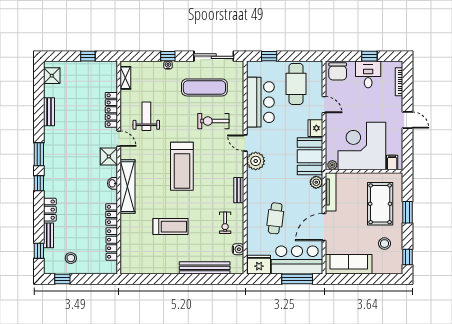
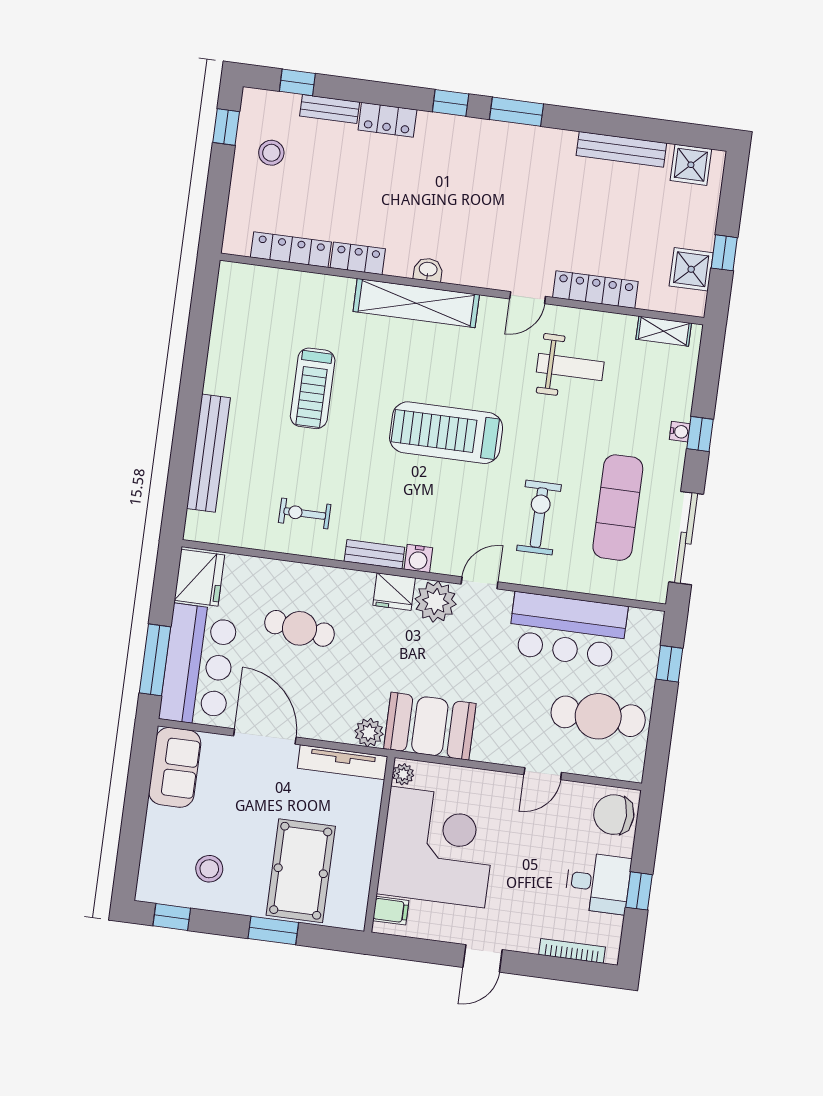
bench: (49, 112) -> (621, 149), width x1.36
fridge: (315, 128) -> (394, 592), moved, turned 180
shower: (109, 157) -> (691, 269), moved
pool table: (380, 204) -> (301, 871), turned 90
water cooler: (238, 249) -> (418, 558), moved
sofa: (349, 264) -> (175, 767), width x0.73

